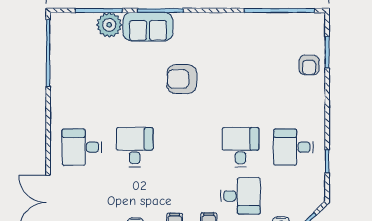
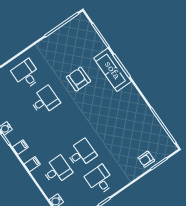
plant: (109, 25) -> (97, 45), removed
sofa: (148, 27) -> (113, 70), width x1.36
armchair: (182, 79) -> (78, 79), moved
desk: (241, 196) -> (57, 170), turned -90

